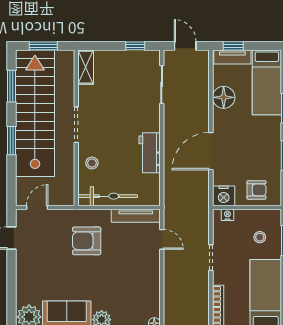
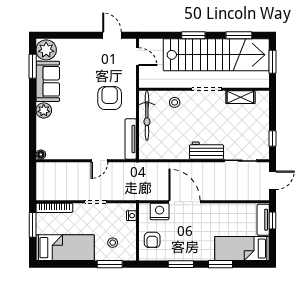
shelving: (86, 67) -> (240, 97), moved
floor lamp: (224, 97) -> (229, 212), removed
workbench: (150, 153) -> (206, 151), moved
nightstand: (224, 196) -> (160, 211), moved, turned 90
door: (162, 239) -> (99, 161), moved

